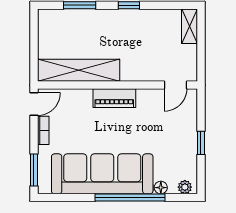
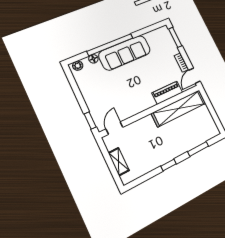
shelving: (189, 26) -> (119, 162), moved
piano: (114, 98) -> (167, 93), moved
window: (201, 143) -> (90, 120), moved
sofa: (102, 174) -> (125, 53), width x0.74, depth x0.79

